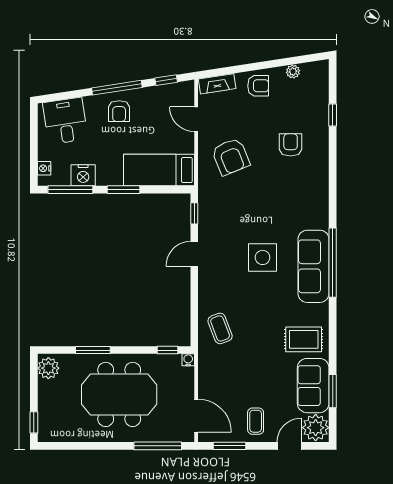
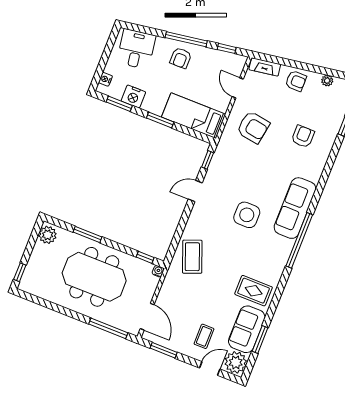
armchair: (231, 157) -> (253, 127), turned -59
window: (70, 190) -> (119, 104), width x0.69
sofa: (313, 266) -> (295, 208), moved
coffee table: (220, 328) -> (192, 257), width x1.36, depth x1.30
coffee table: (256, 421) -> (204, 336), moved

